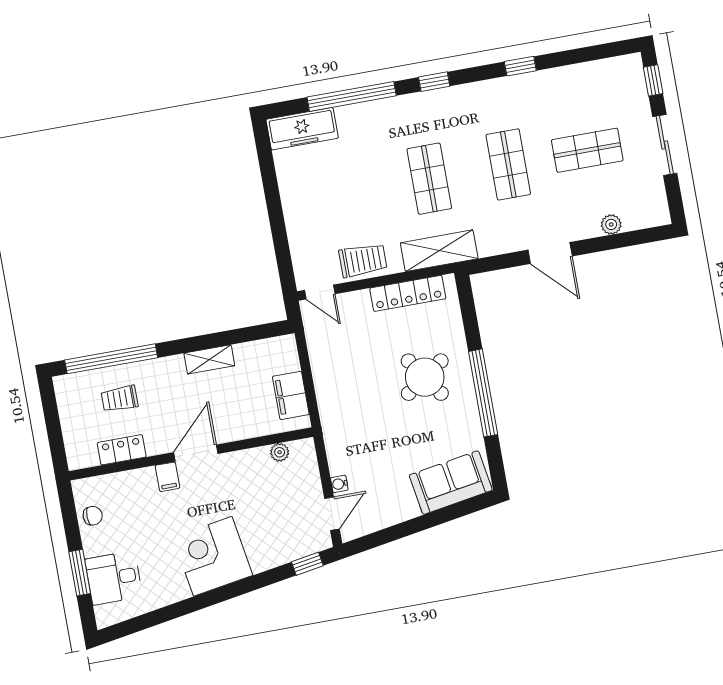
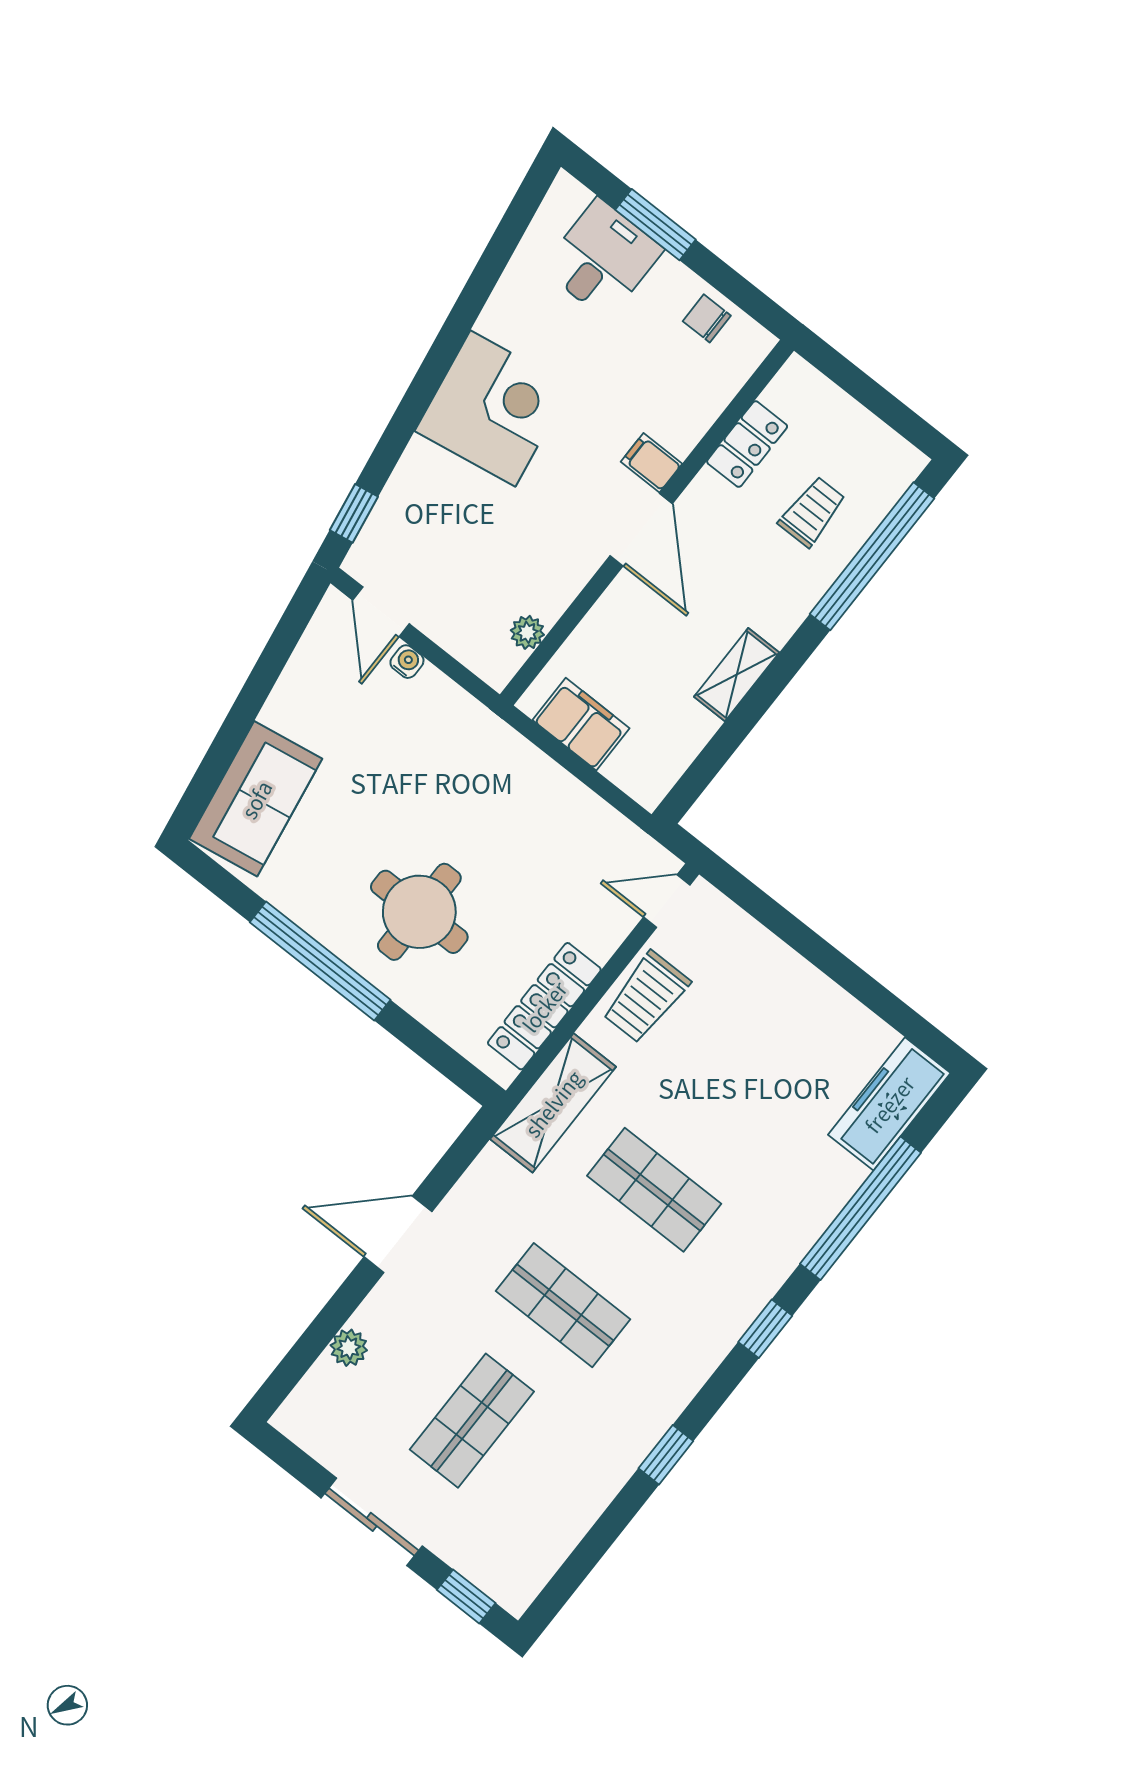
round table: (425, 377) -> (419, 912), turned 35
chair: (93, 516) -> (707, 318), turned 90

